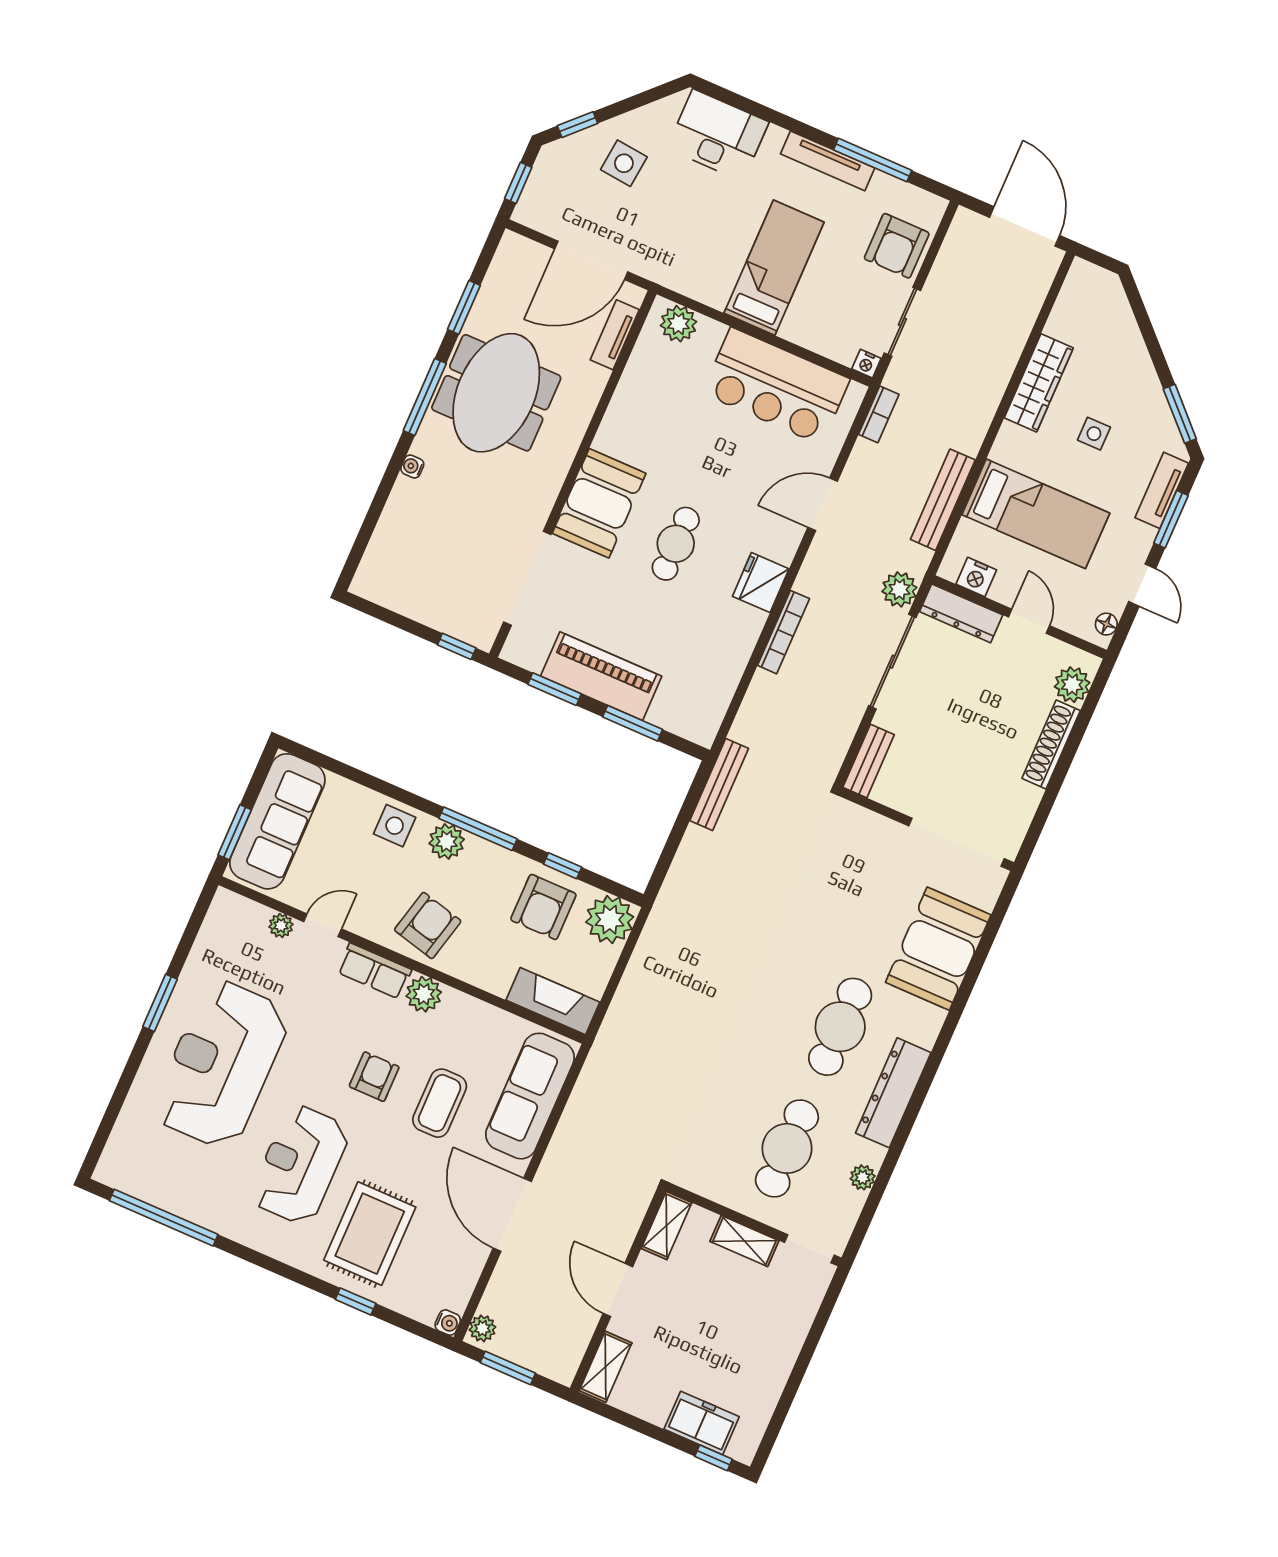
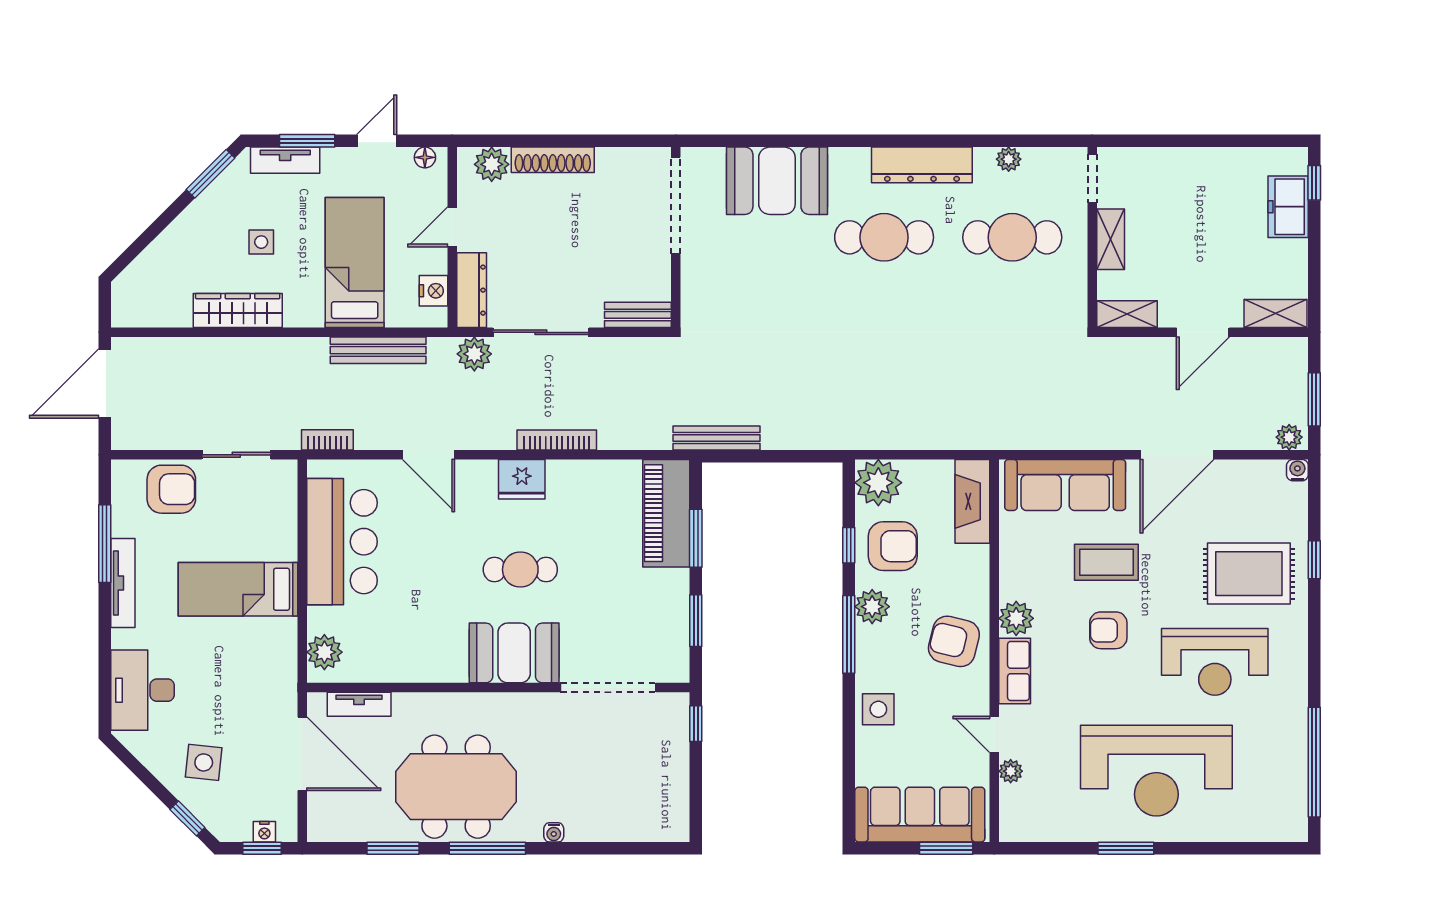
nightstand: (866, 364) -> (264, 832), moved, turned 90
piano: (601, 676) -> (666, 513), moved
plant: (447, 841) -> (872, 607), moved

